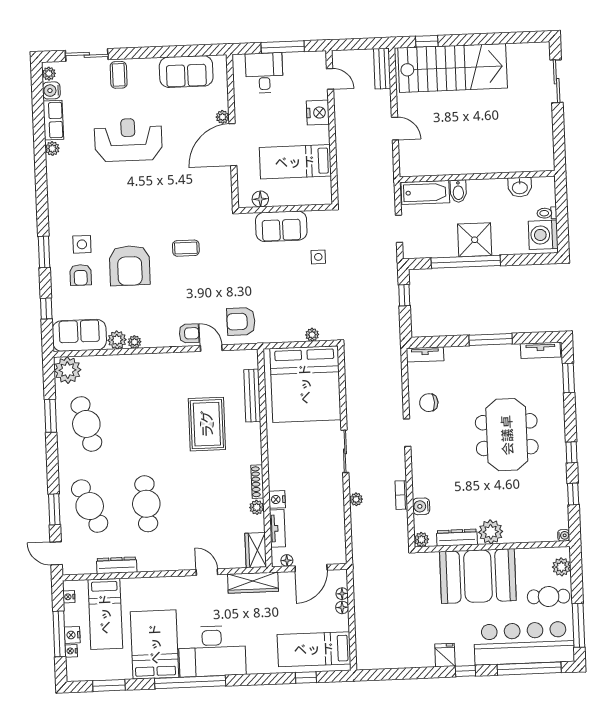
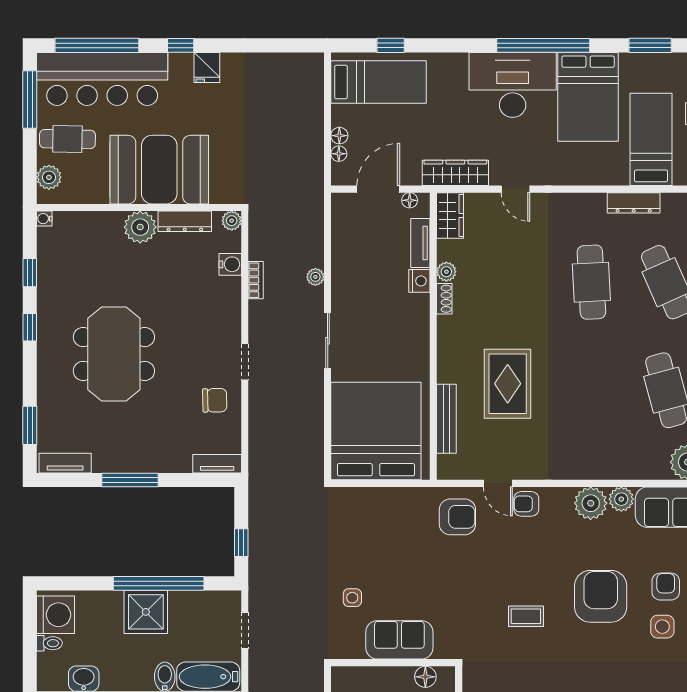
plant: (312, 335) -> (364, 496), removed
plant: (135, 342) -> (591, 503), width x1.88, depth x1.88
shoe rack: (257, 482) -> (444, 299), width x0.70

